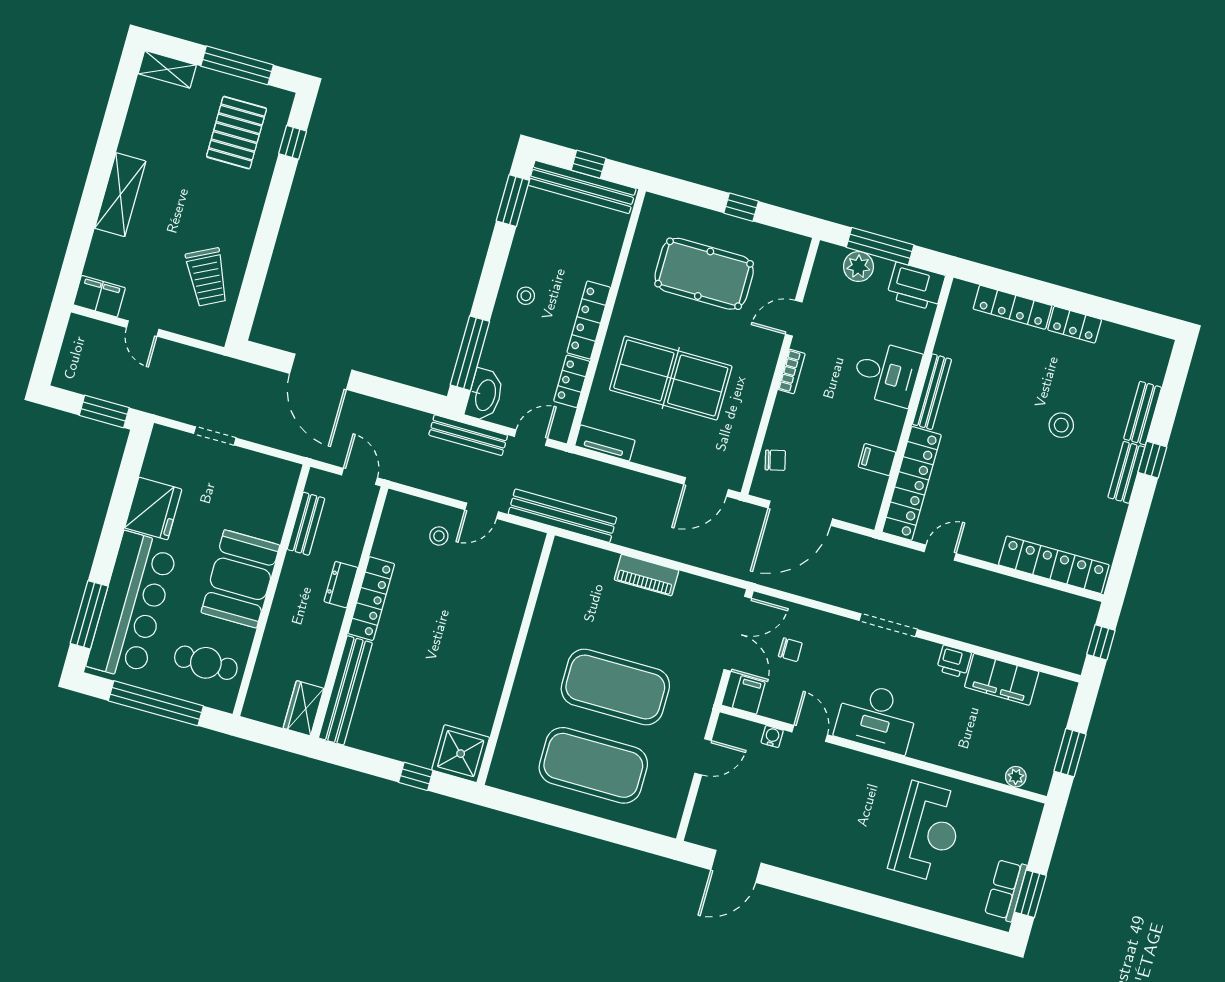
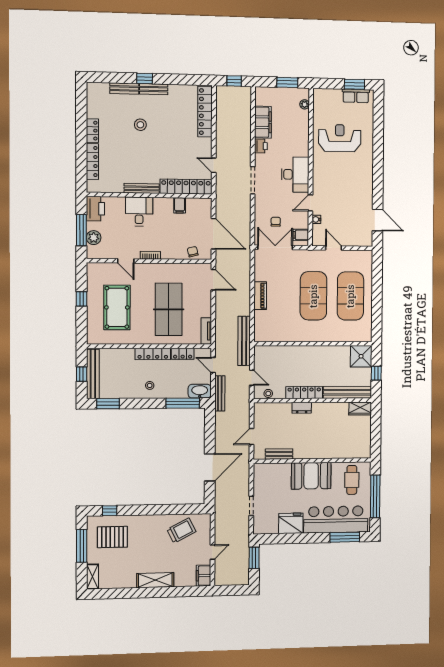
dresser: (341, 585) -> (302, 408), moved
locker: (371, 599) -> (304, 393), moved
wall: (350, 612) -> (313, 400), moved
bench: (345, 690) -> (347, 392), moved
wardrobe: (304, 708) -> (360, 408), moved

